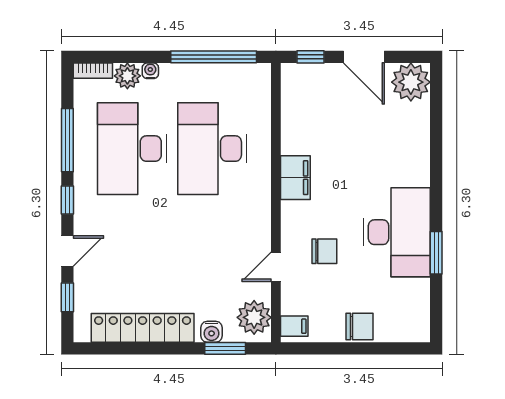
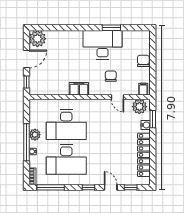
window: (214, 57) -> (27, 142), moved
plant: (127, 76) -> (35, 135), moved
window: (67, 140) -> (51, 187), moved

